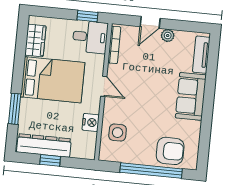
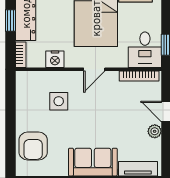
side table: (118, 133) -> (59, 101), moved
bookcase: (83, 154) -> (21, 55), added
window: (151, 171) -> (10, 128), removed

